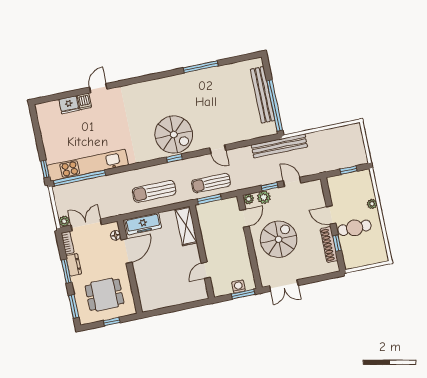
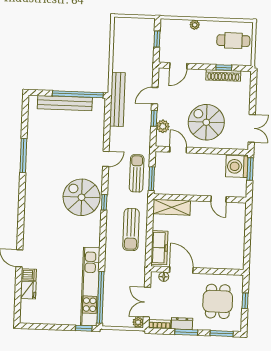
spiral stairs: (174, 135) -> (82, 197), turned -90
sun lounger: (211, 183) -> (137, 173), turned 180
plant: (249, 199) -> (161, 141), removed
door: (331, 215) -> (178, 66), moved
cafe table: (355, 228) -> (233, 41), moved, turned 90
washing machine: (238, 286) -> (237, 166), width x1.89, depth x1.89

